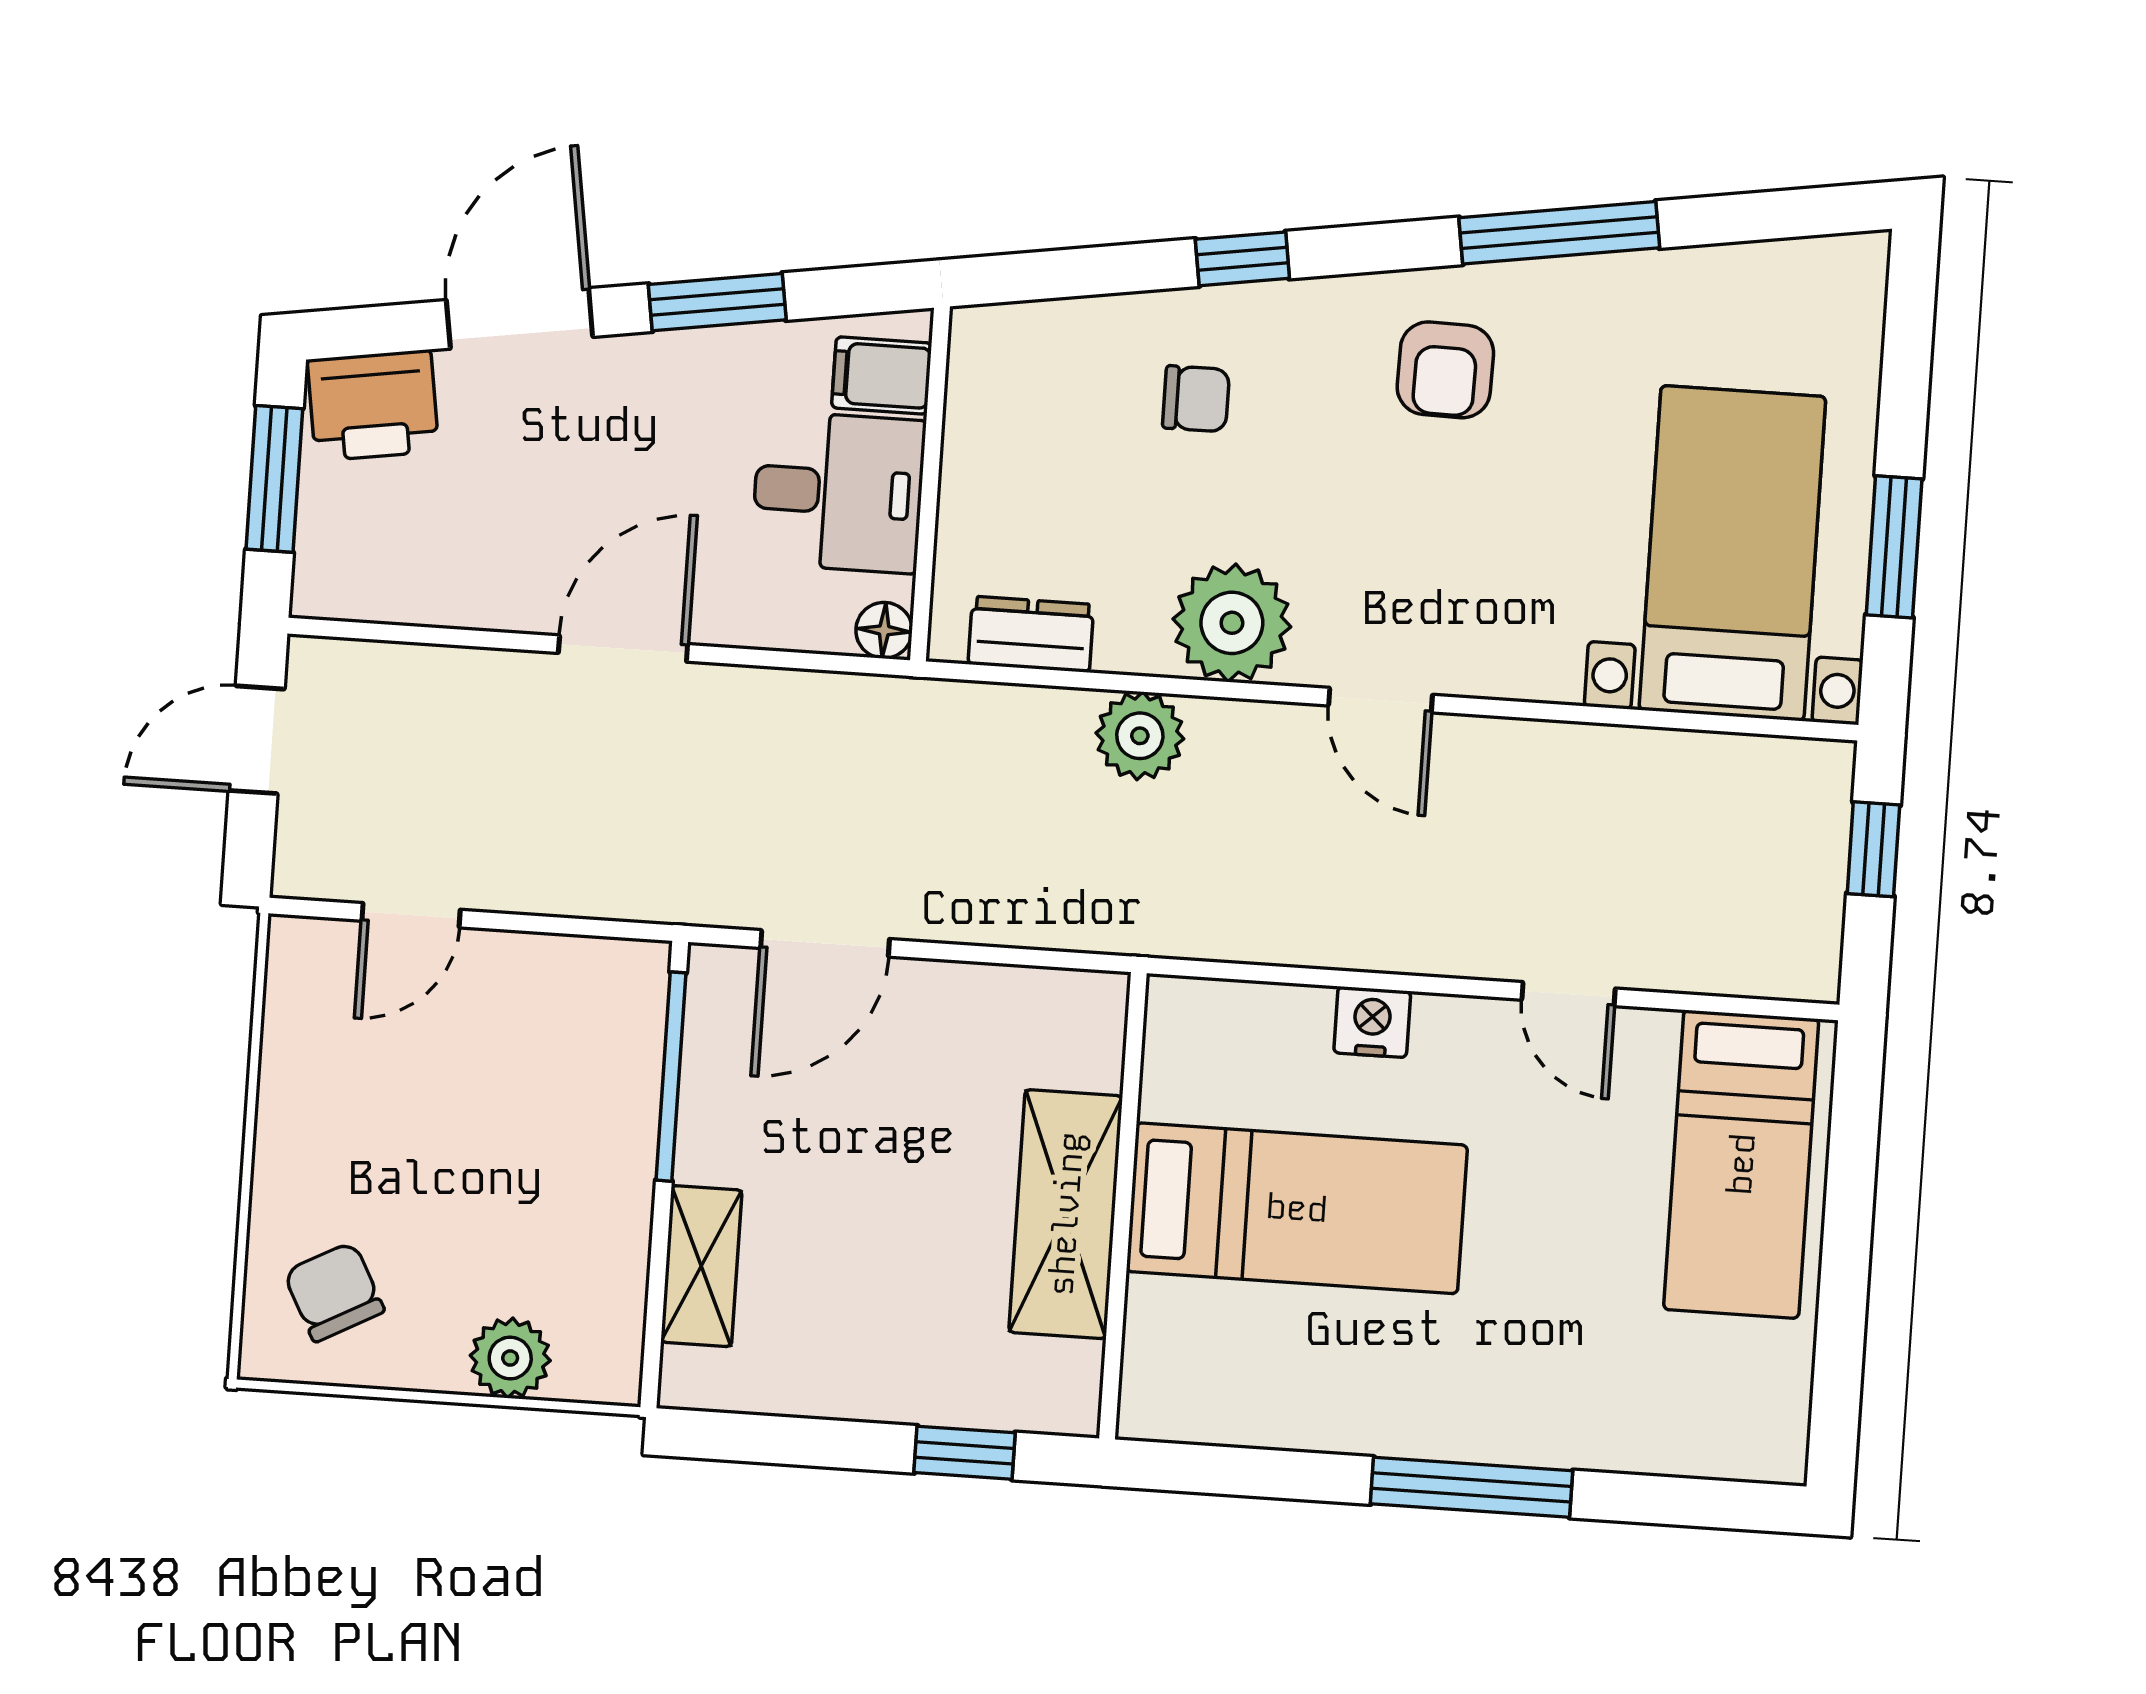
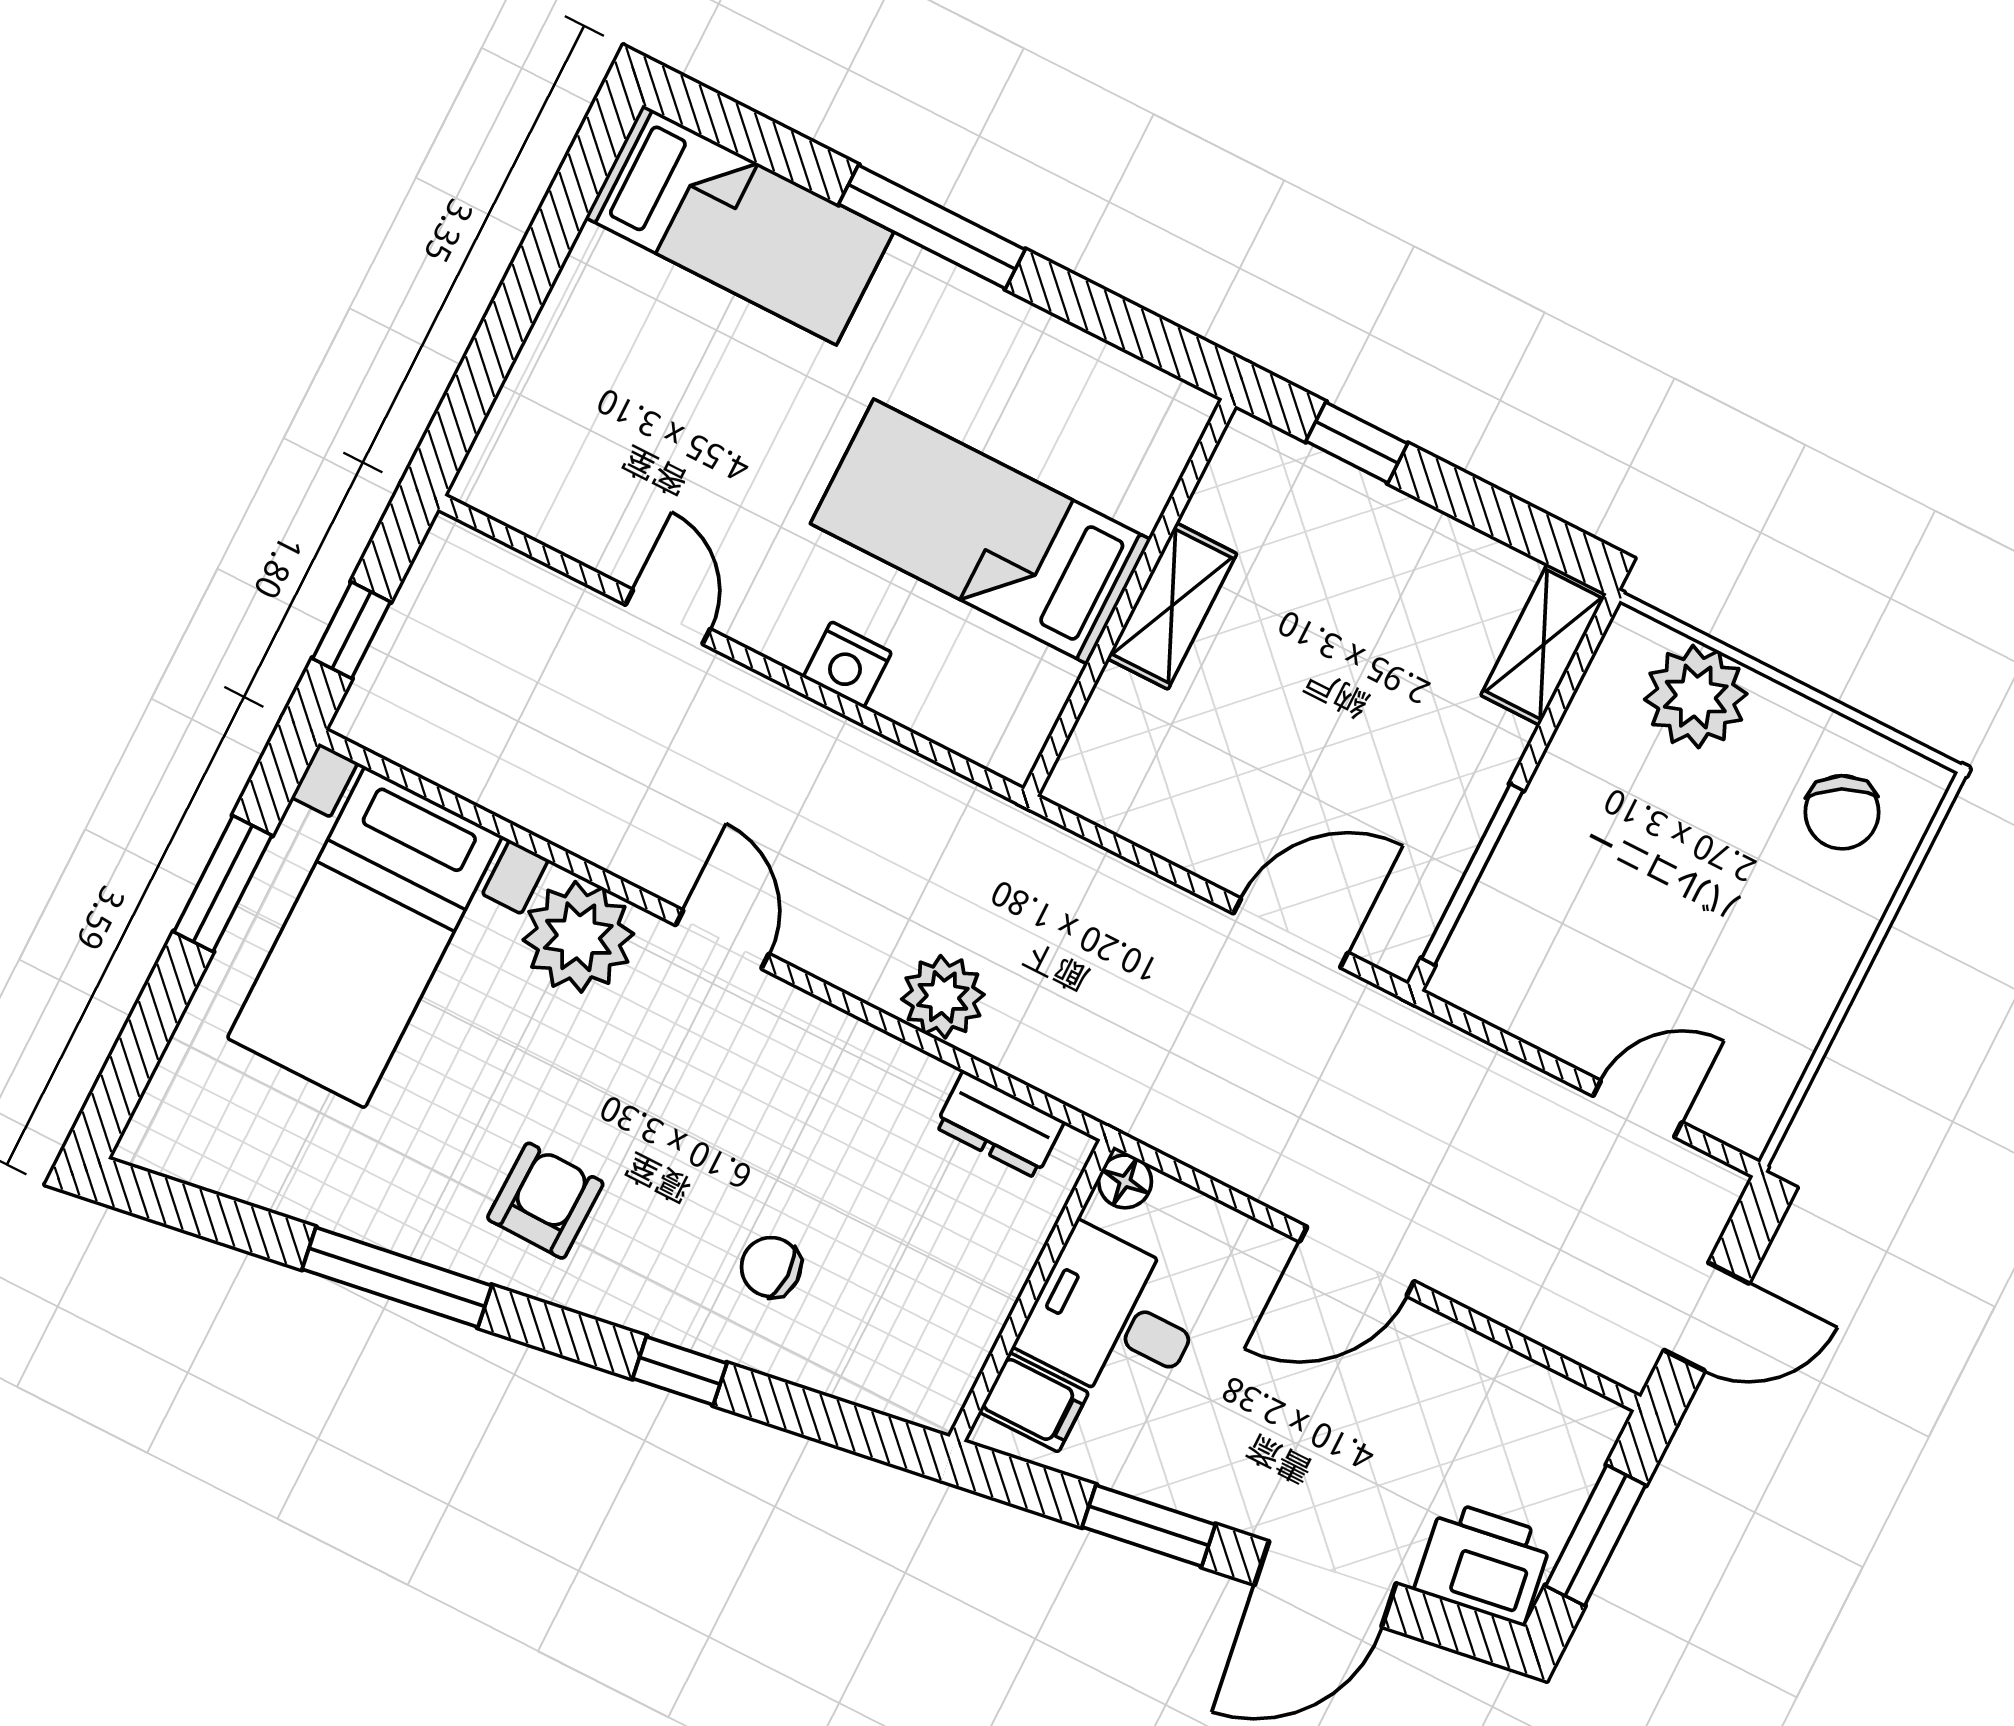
plant: (1232, 623) -> (578, 937), moved
bed: (1741, 1164) -> (740, 225), moved, turned 90
shelving: (1066, 1214) -> (1172, 606), width x0.67, depth x0.75
shelving: (701, 1266) -> (1544, 644), moved
plant: (510, 1358) -> (1696, 697), width x1.36, depth x1.36

